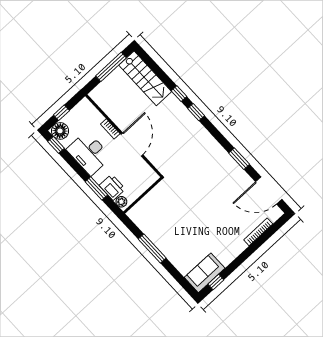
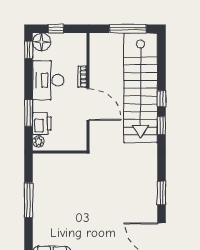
stairs: (145, 78) -> (140, 88), width x1.86, depth x1.51
door: (132, 144) -> (88, 105), hinge flipped

